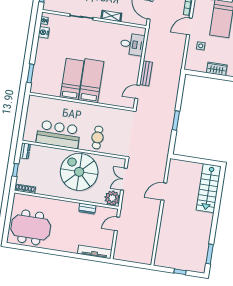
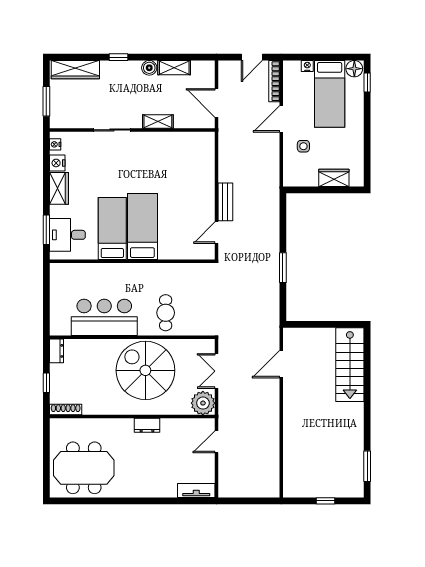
desk: (132, 44) -> (67, 235), moved, turned 180
wardrobe: (42, 49) -> (59, 188), added
door: (164, 192) -> (281, 364), moved
dresser: (87, 209) -> (147, 425), moved
tv unit: (95, 252) -> (196, 490), width x0.71

